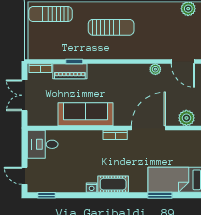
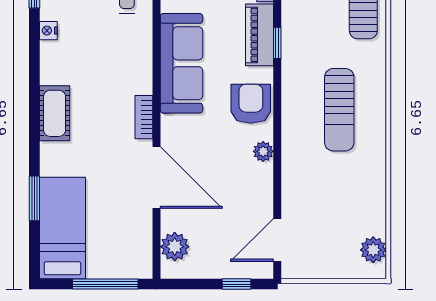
plant: (155, 69) -> (263, 151), moved
armchair: (108, 76) -> (251, 104), added
nightstand: (92, 188) -> (48, 31), moved

